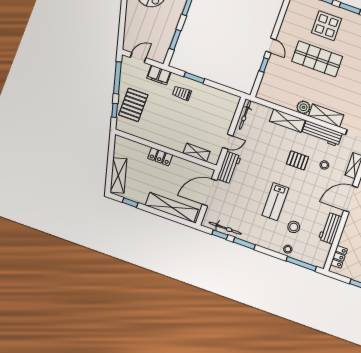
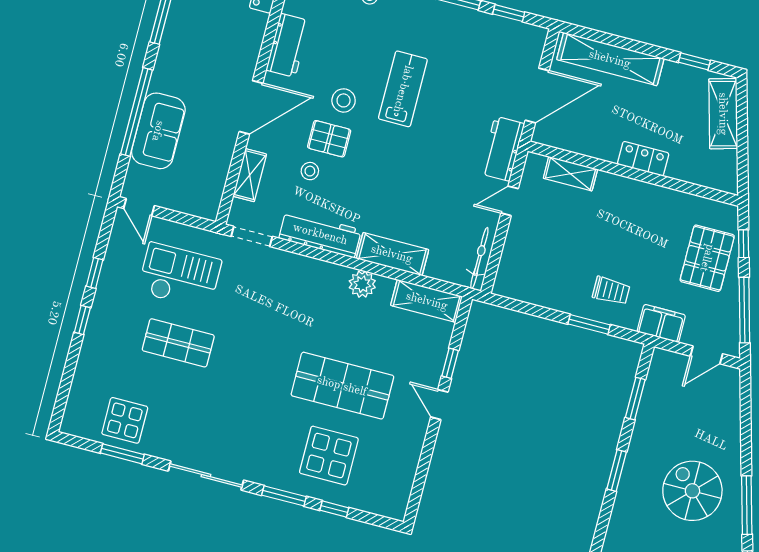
shelving: (326, 115) -> (427, 301), moved
pallet: (297, 160) -> (329, 139), moved
stool: (294, 227) -> (344, 100), moved
bicycle: (225, 228) -> (499, 27), removed

